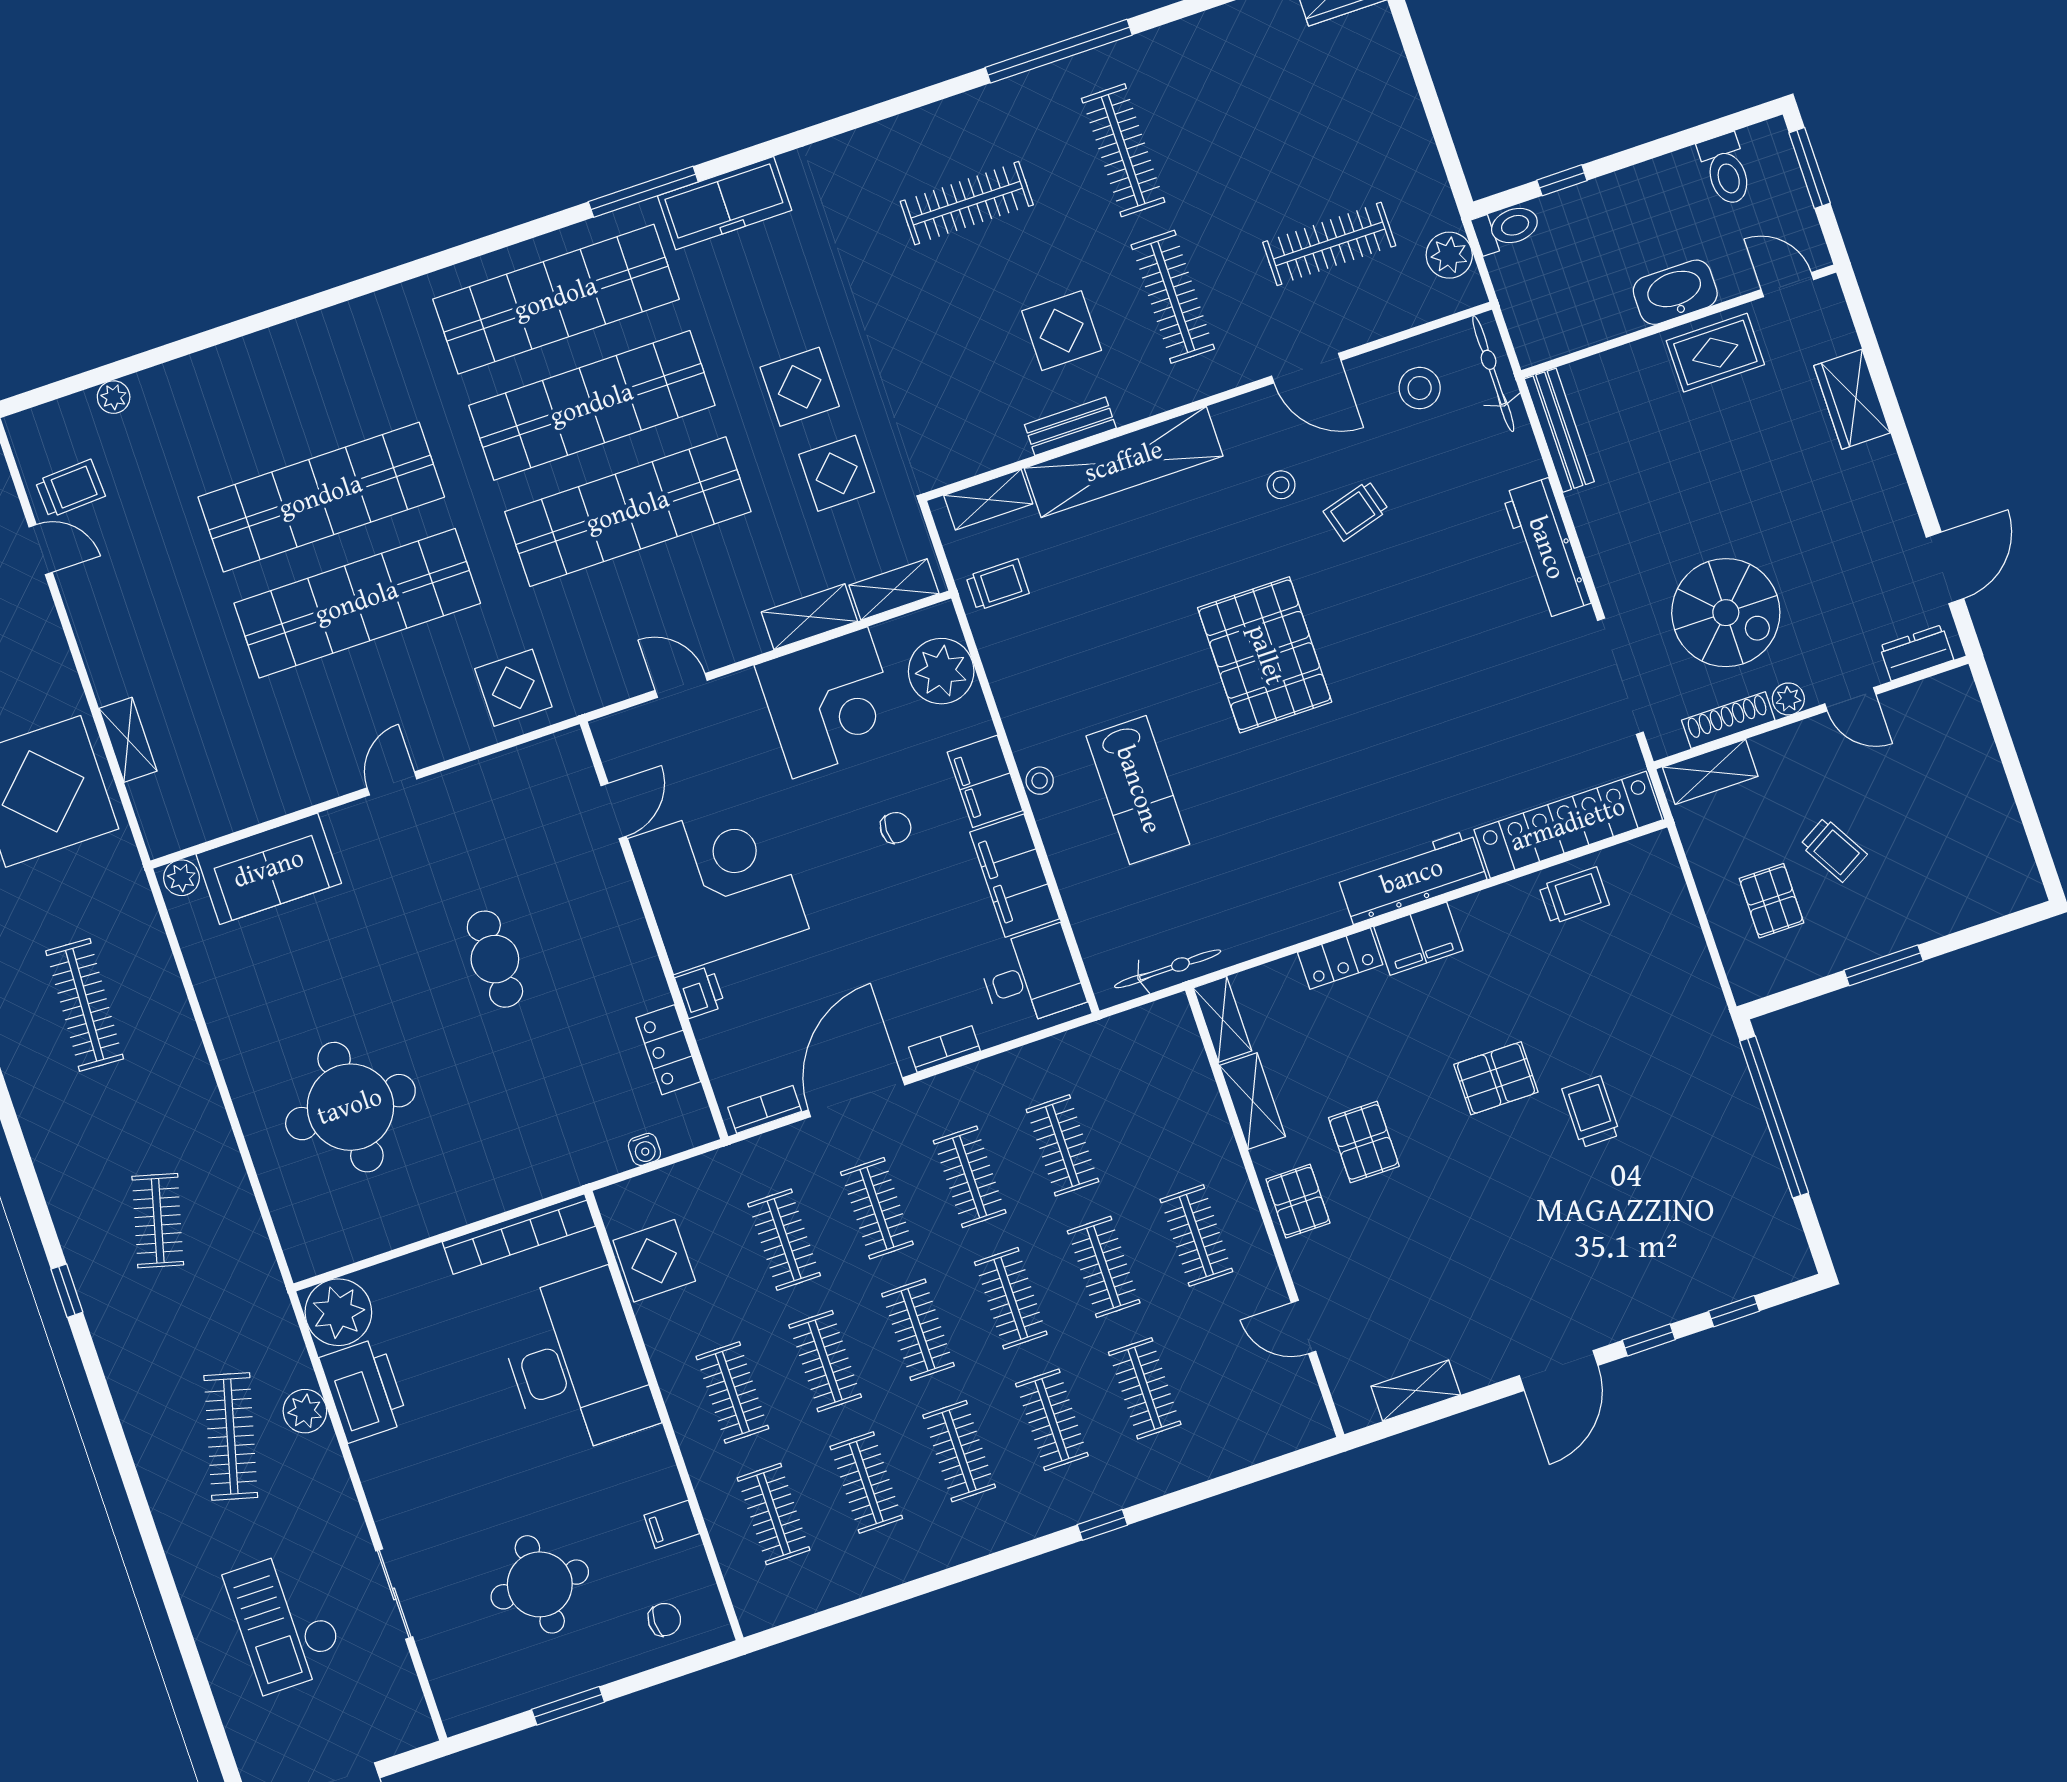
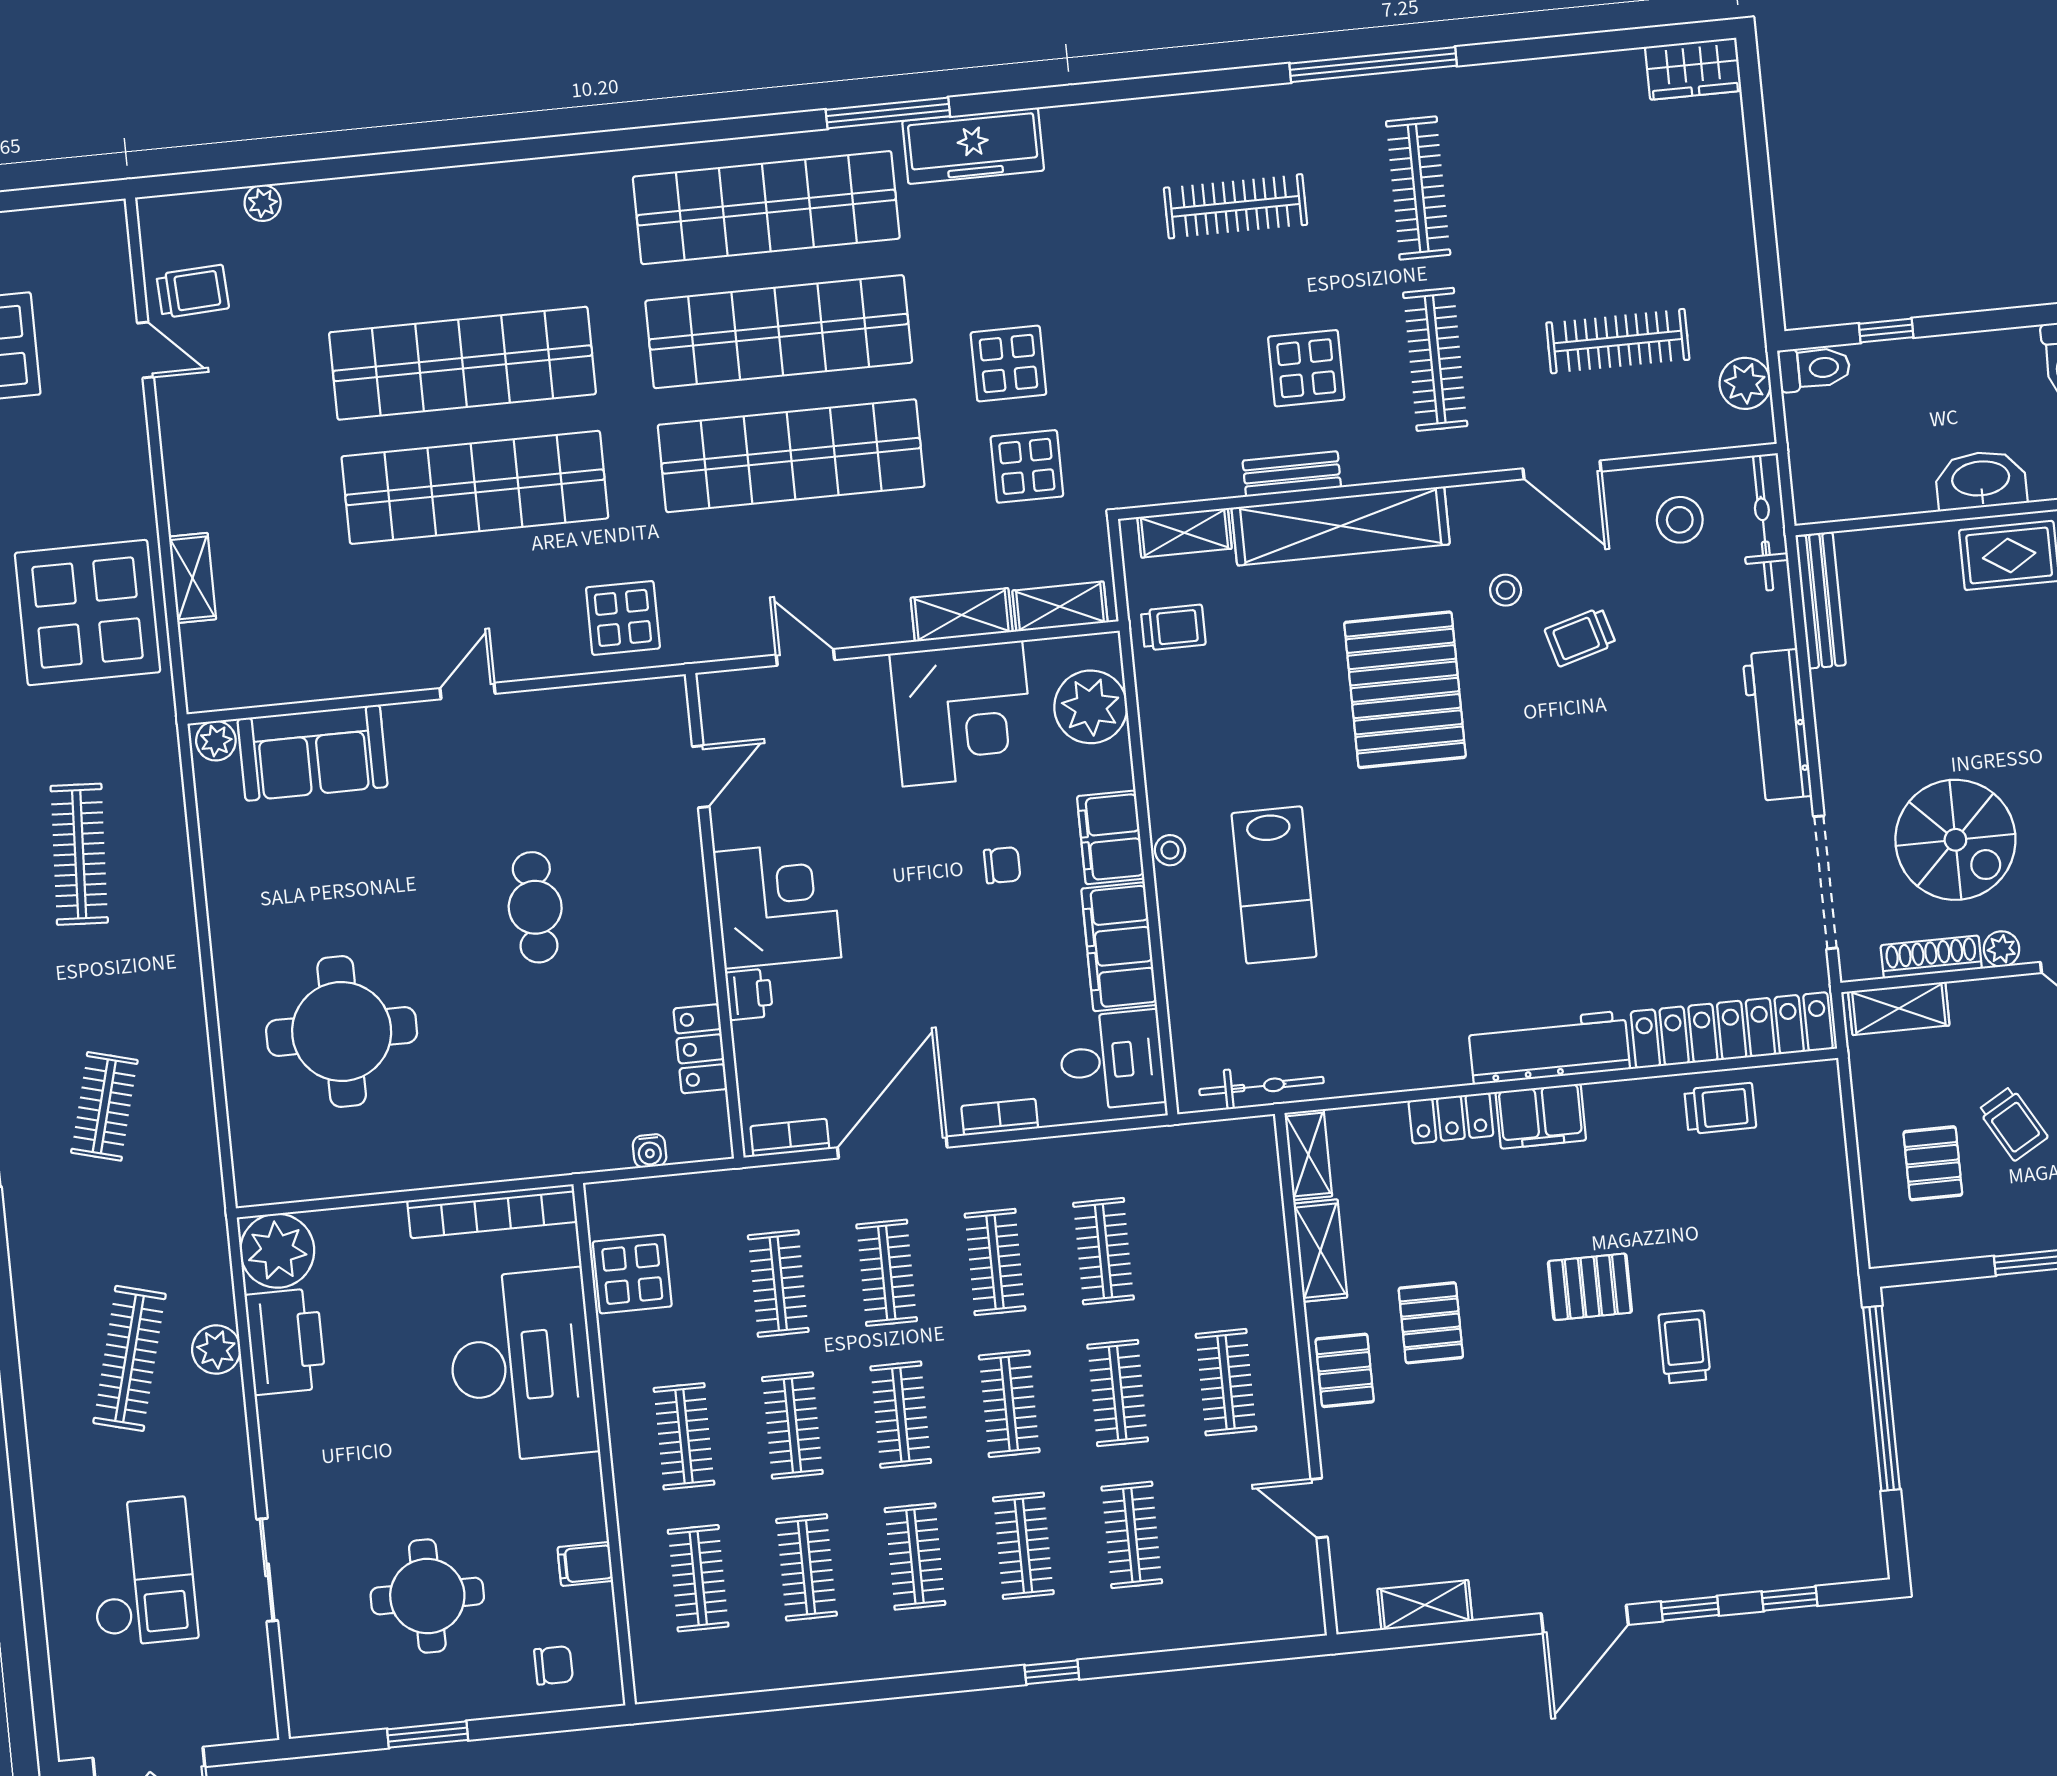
pallet: (1265, 655) -> (1405, 690), moved
corner desk: (718, 884) -> (777, 905), width x0.74, depth x0.74
checkout: (285, 1621) -> (142, 1572), turned 180

